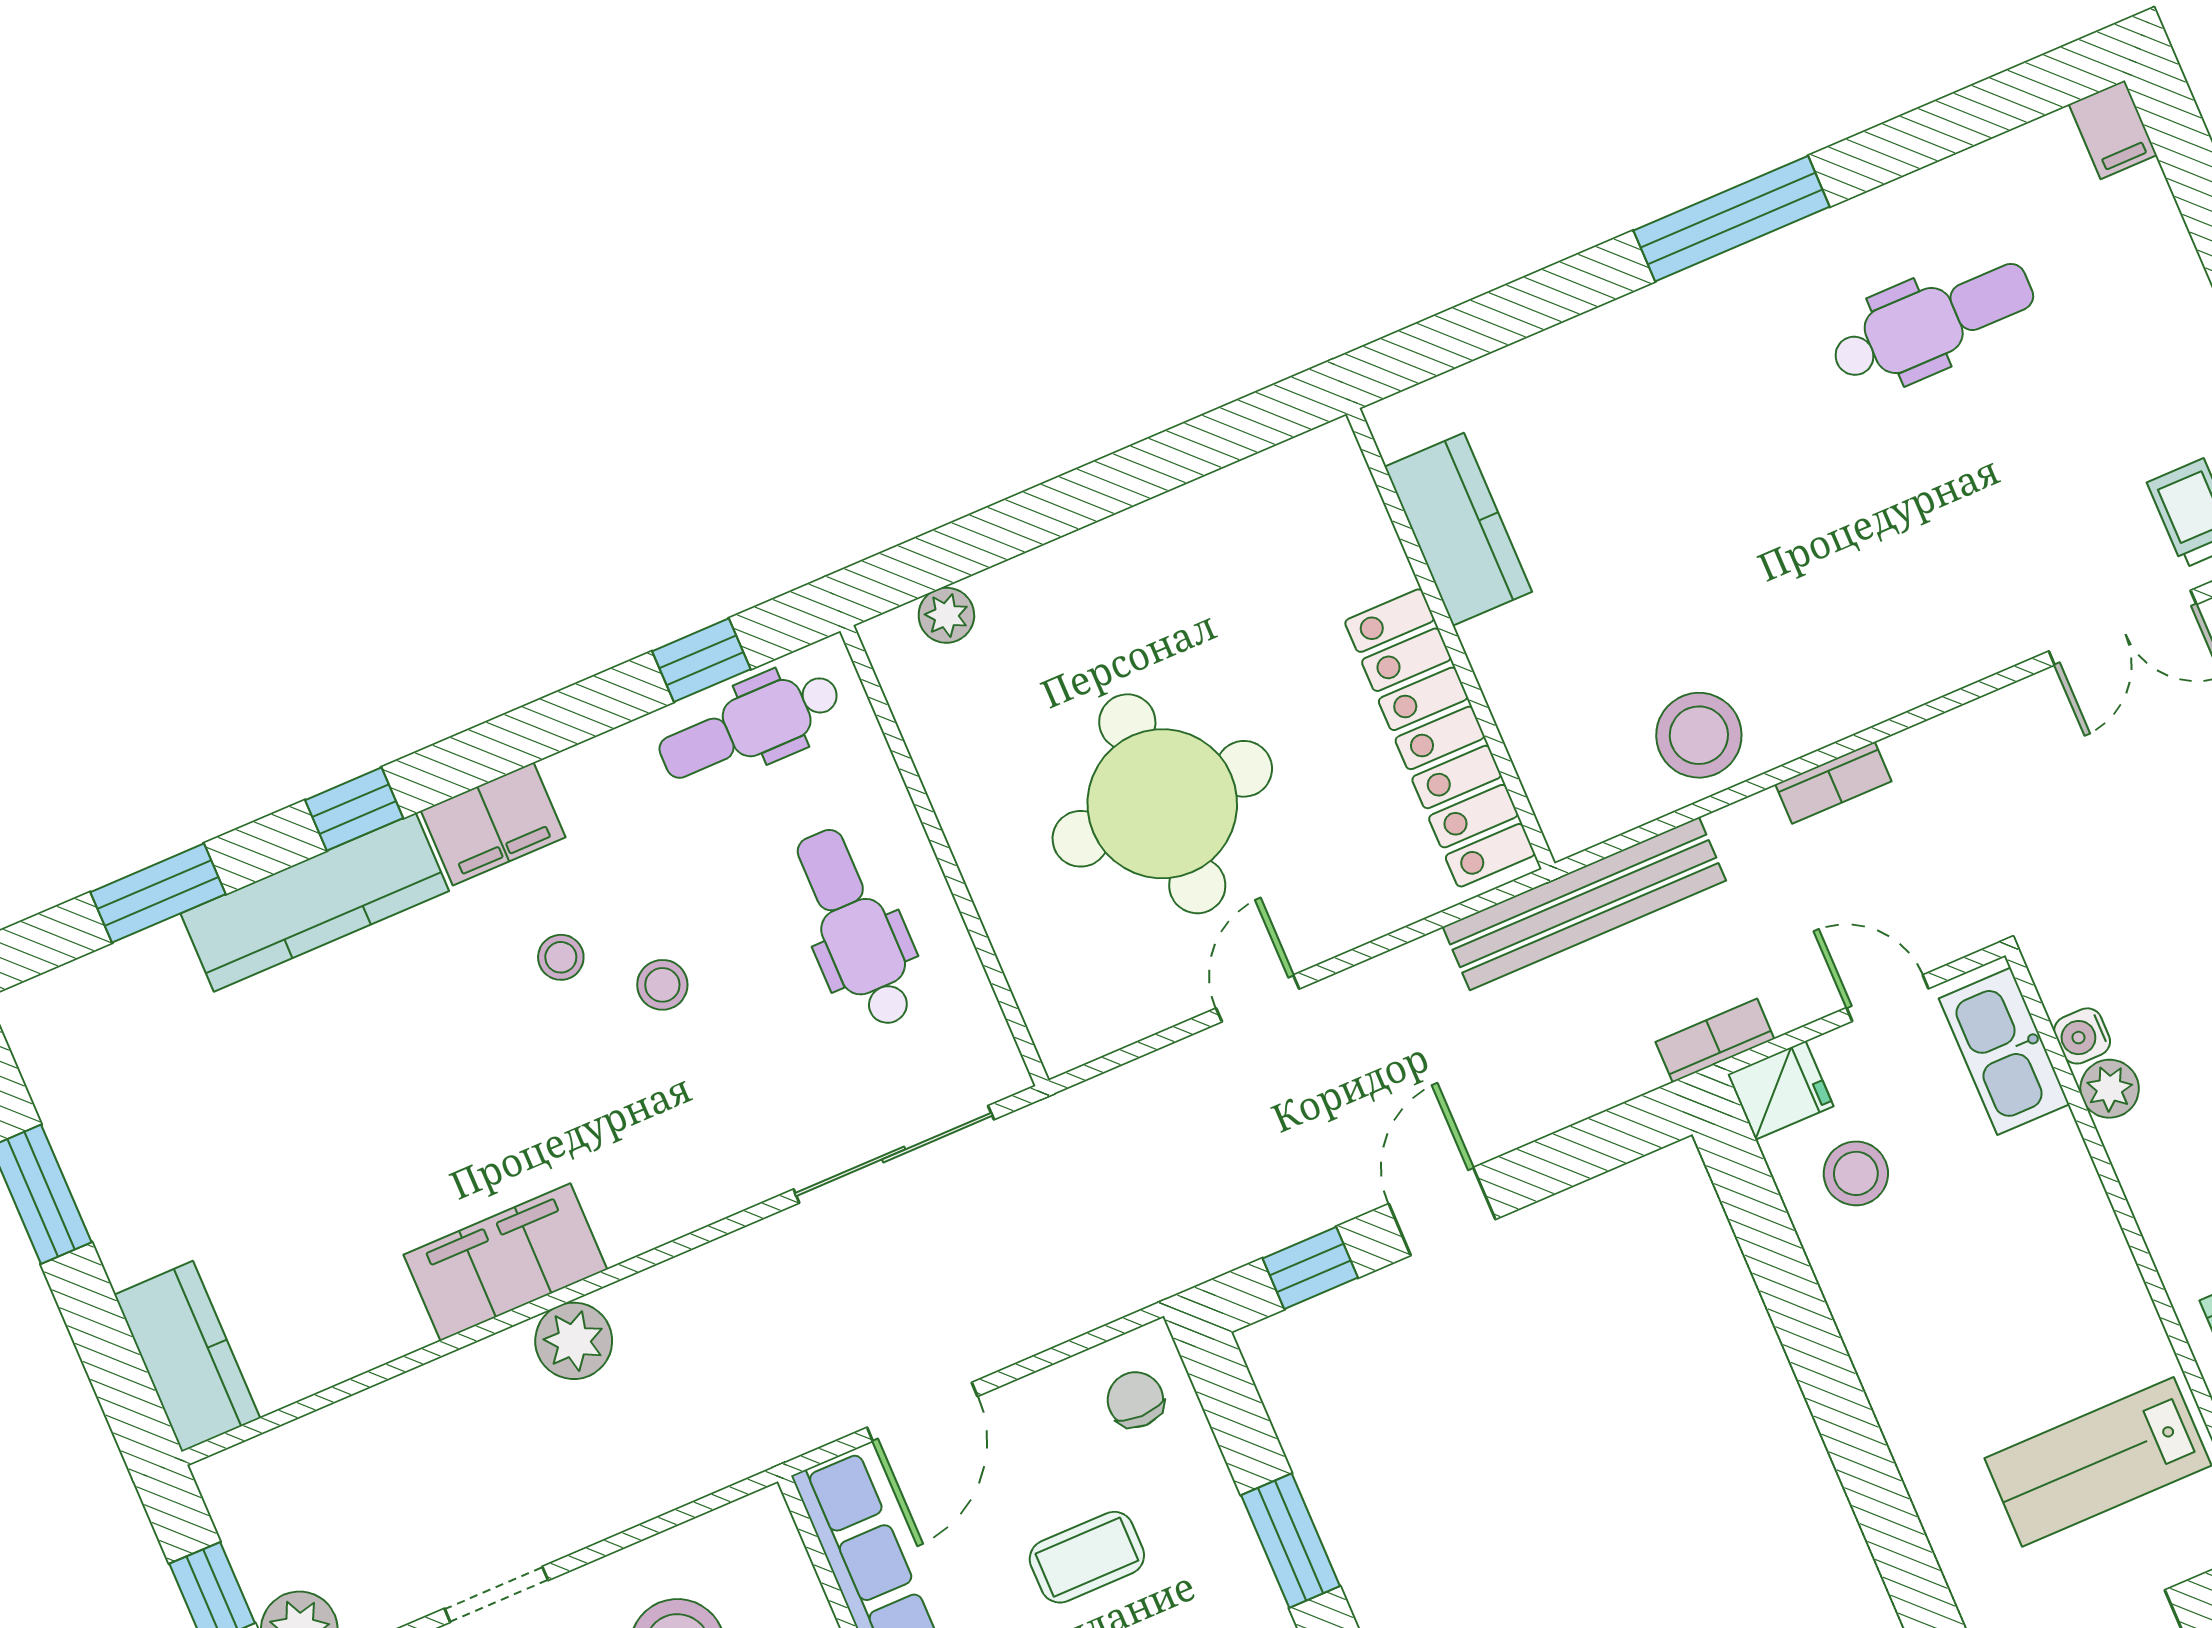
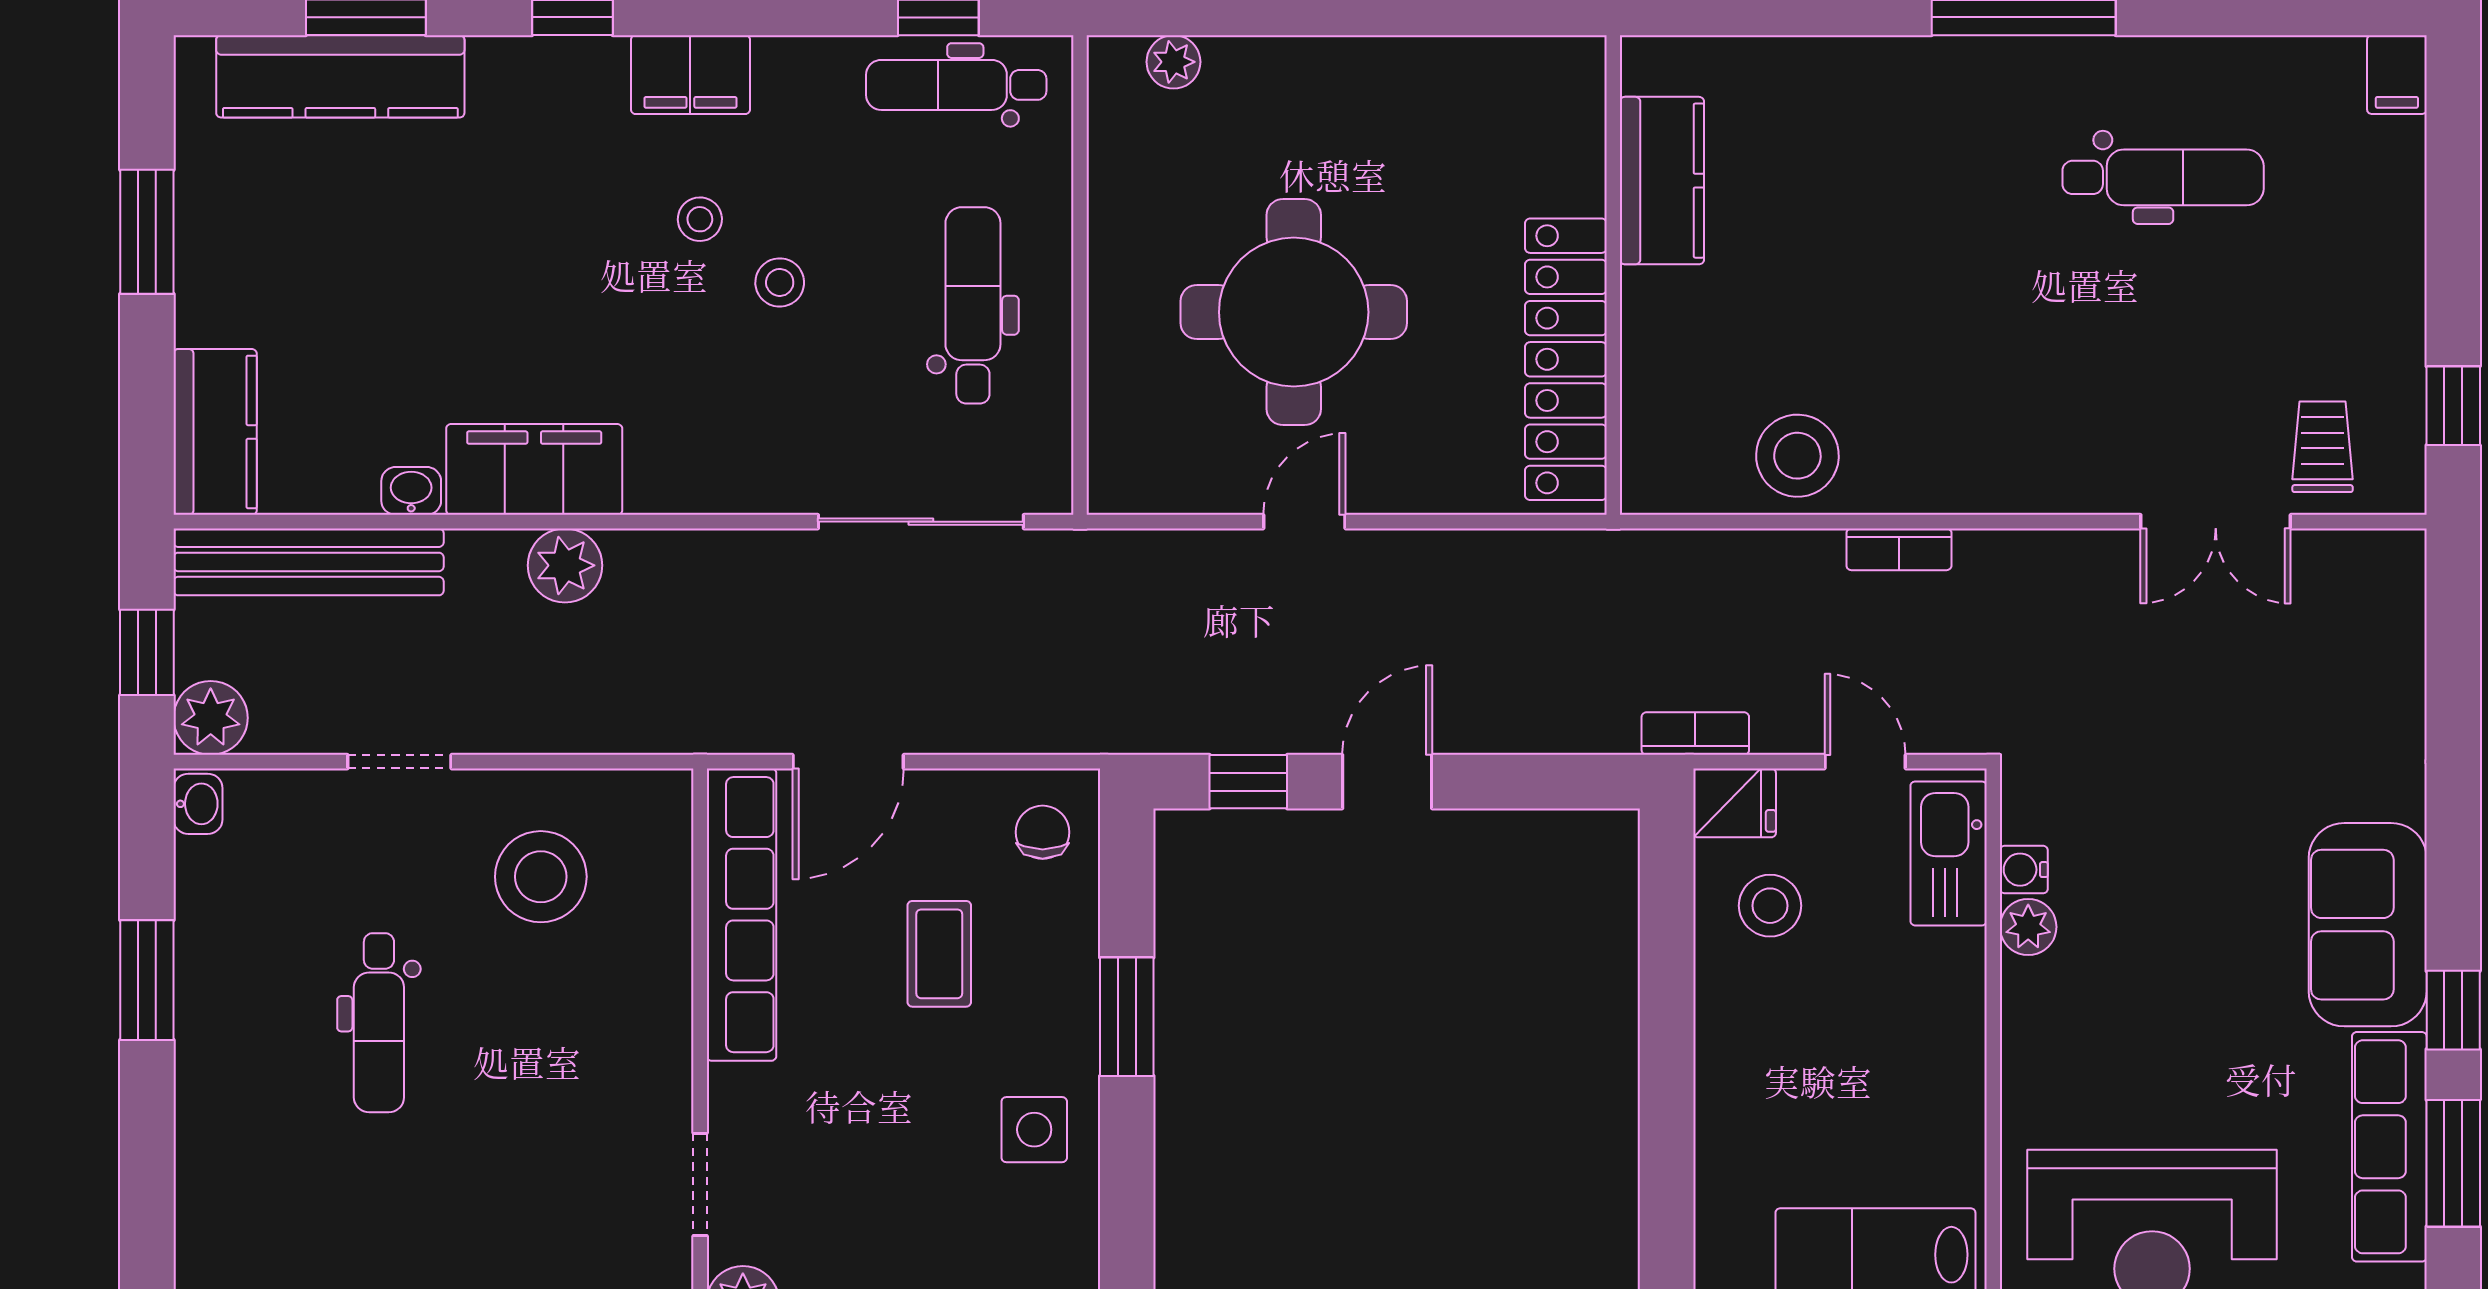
kitchen counter: (315, 902) -> (340, 76), moved
bench: (1584, 904) -> (309, 562), moved
washbasin: (397, 1333) -> (411, 491), added
coffee table: (1087, 1557) -> (939, 954), turned 90

